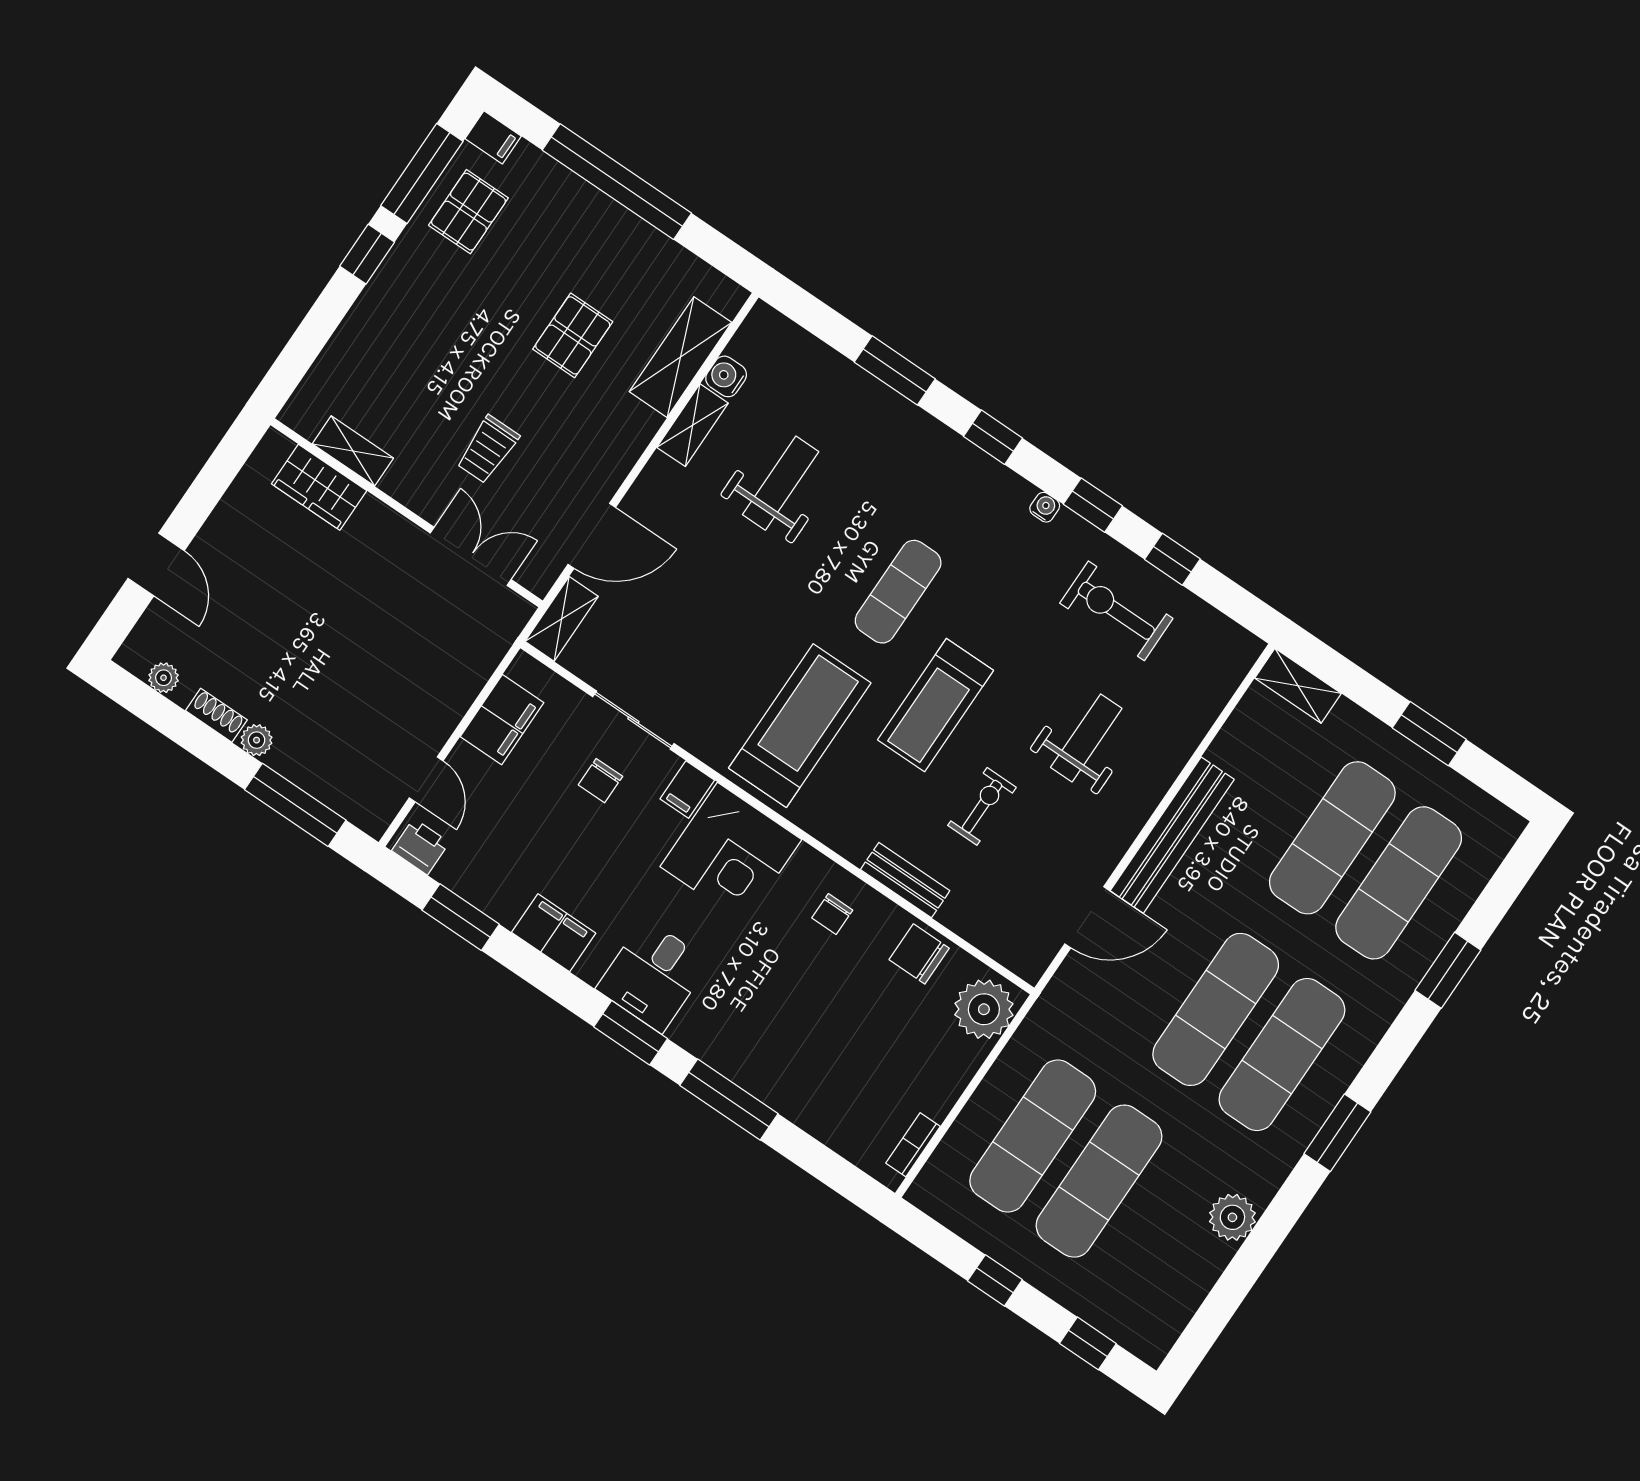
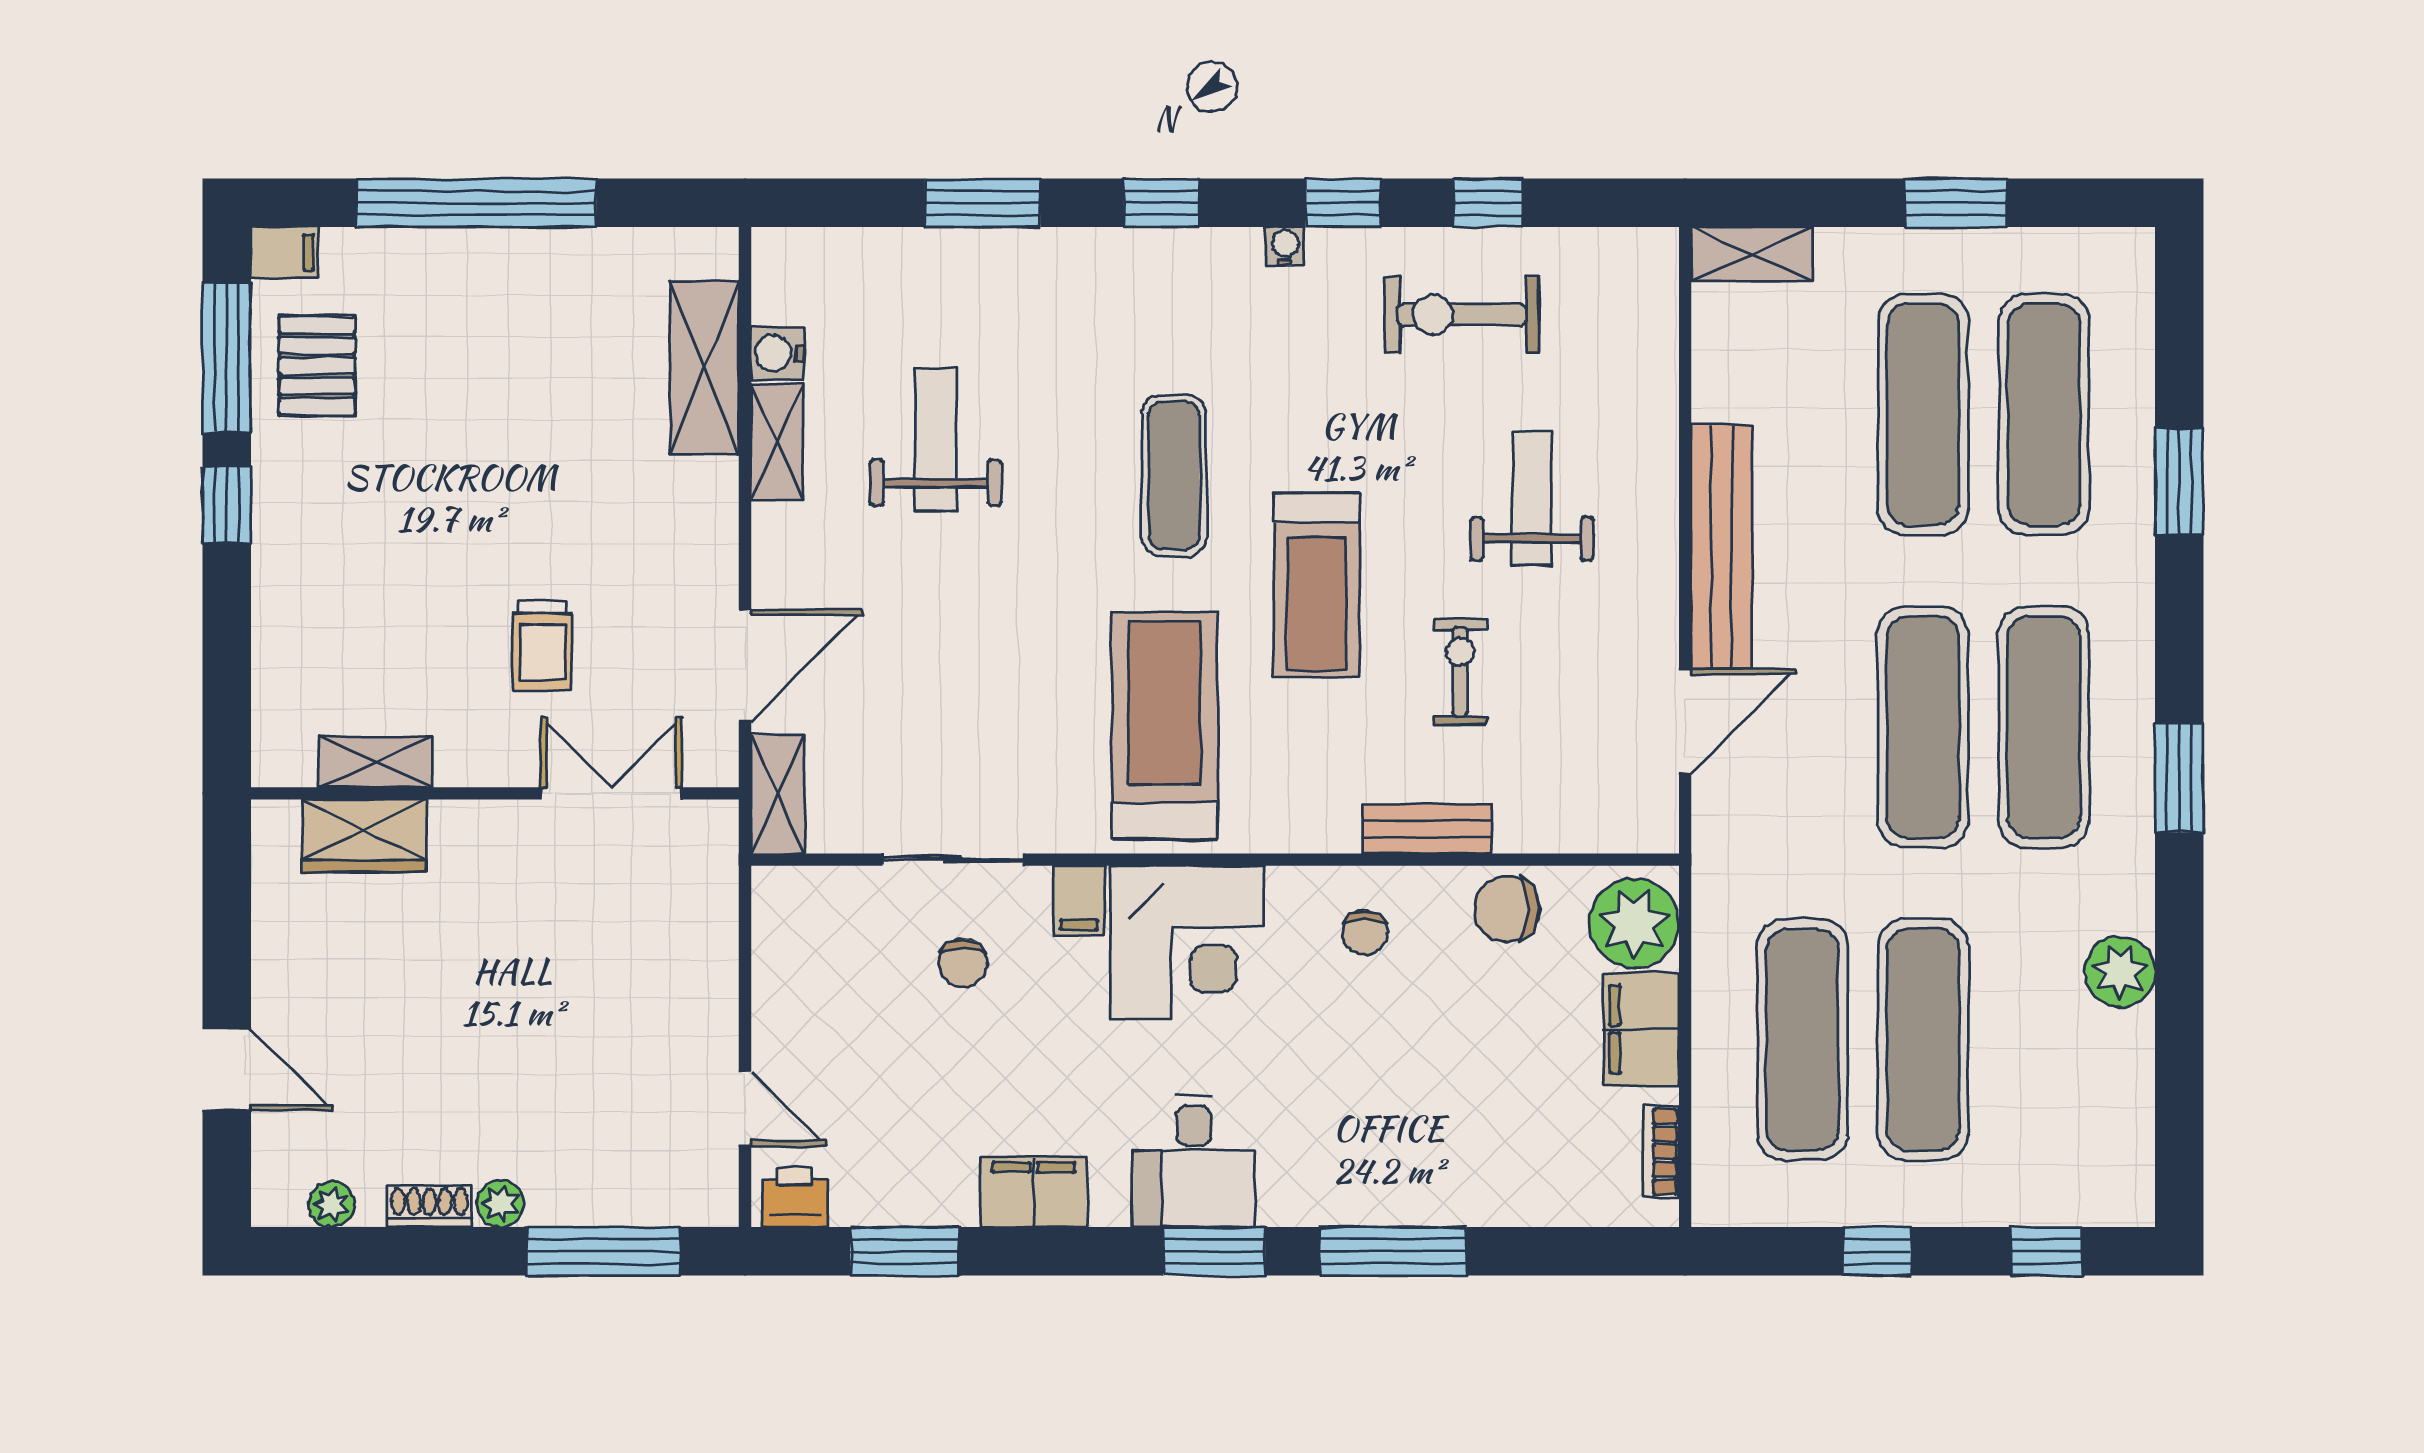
pallet: (573, 335) -> (552, 432), removed
filing cabinet: (502, 720) -> (1641, 1029), moved, turned 180

